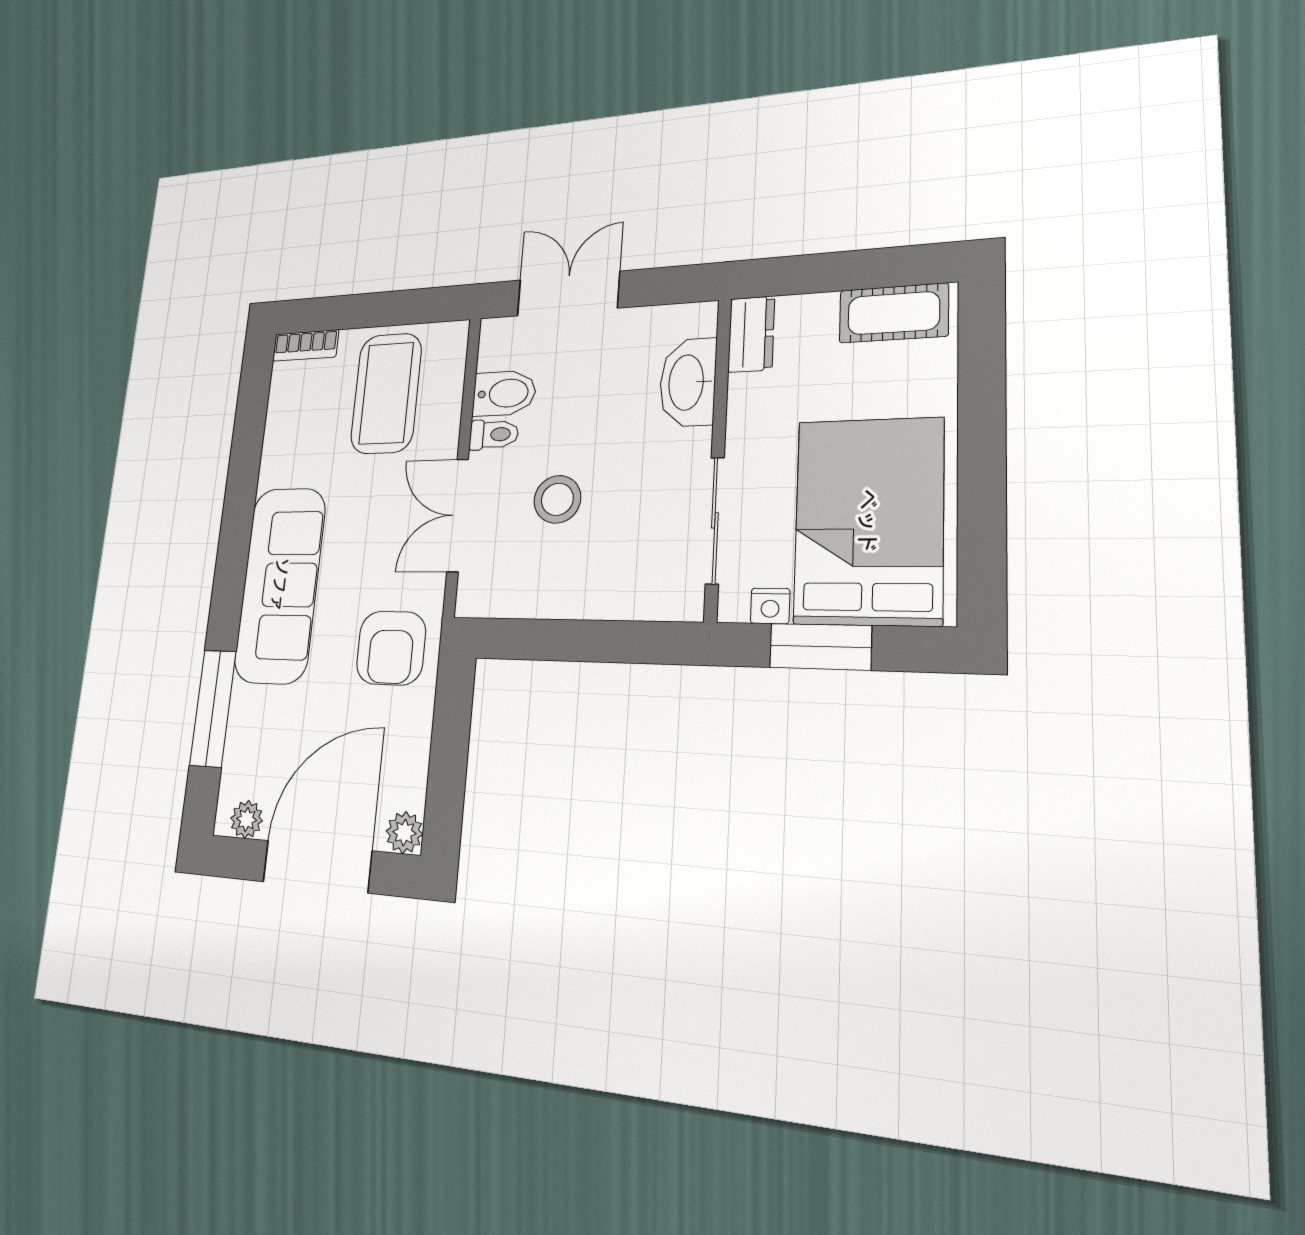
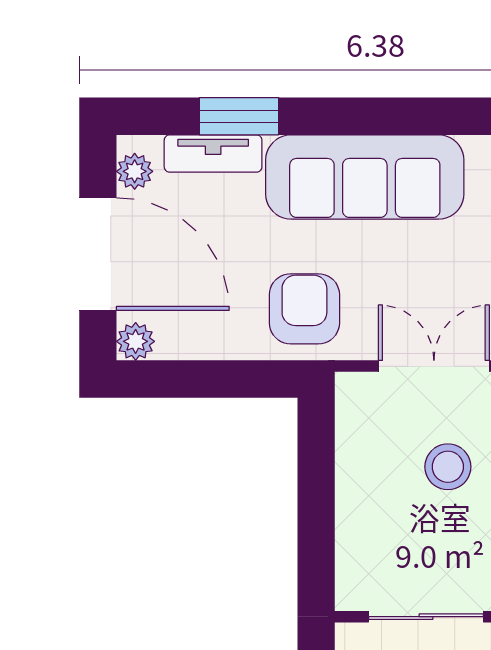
armchair: (391, 648) -> (304, 309), turned 90
window: (213, 708) -> (239, 116), width x0.69
tv unit: (241, 736) -> (213, 154), added

